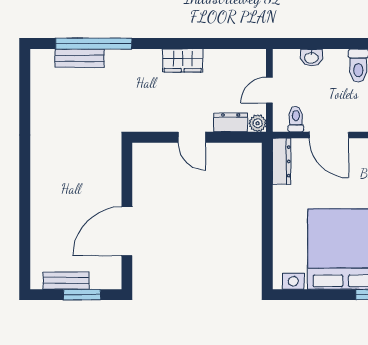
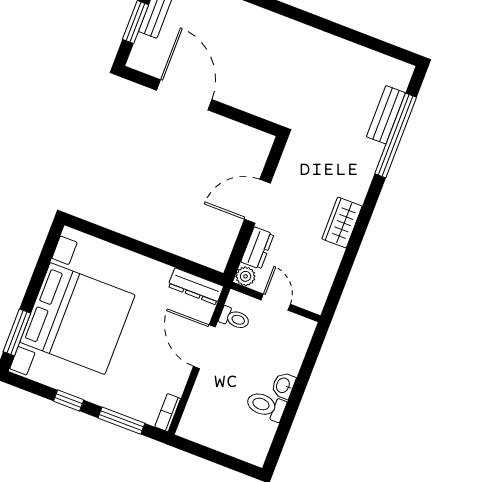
washbasin: (311, 57) -> (283, 385), moved
door: (329, 135) -> (204, 347), hinge flipped
door: (192, 137) -> (257, 201), width x1.38

